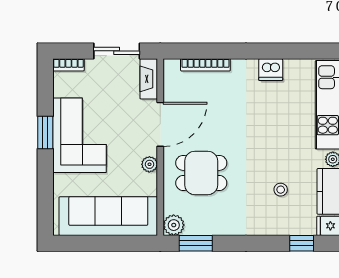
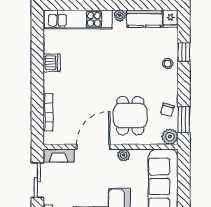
door: (160, 124) -> (93, 147), hinge flipped
stool: (281, 190) -> (168, 64), moved
chair: (209, 222) -> (167, 110), added
window: (302, 243) -> (184, 52), moved

